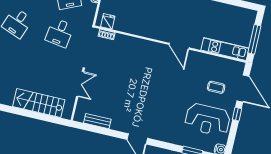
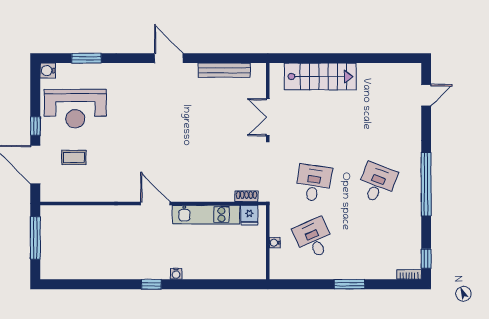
door: (179, 46) -> (155, 203), moved
kitchen unit: (225, 49) -> (206, 215), moved
reception desk: (208, 120) -> (75, 109), turned 180
bench: (97, 121) -> (224, 70), width x1.36

